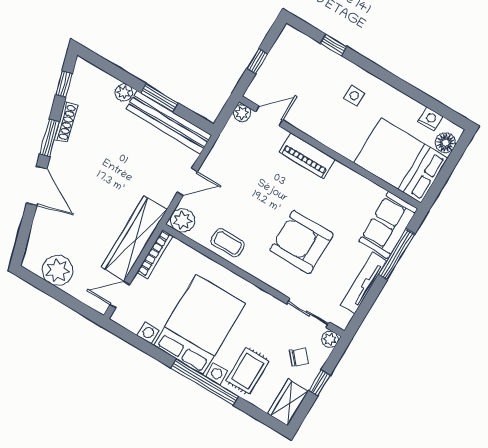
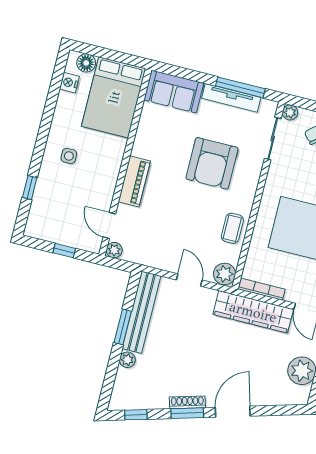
shoe rack: (66, 122) -> (187, 402), moved
window: (397, 254) -> (240, 87), moved

